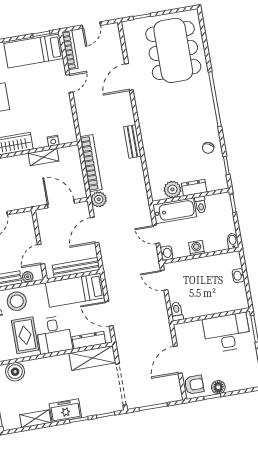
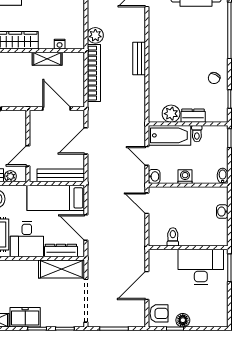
plant: (99, 199) -> (95, 35), moved
toilet: (177, 311) -> (173, 237), moved

